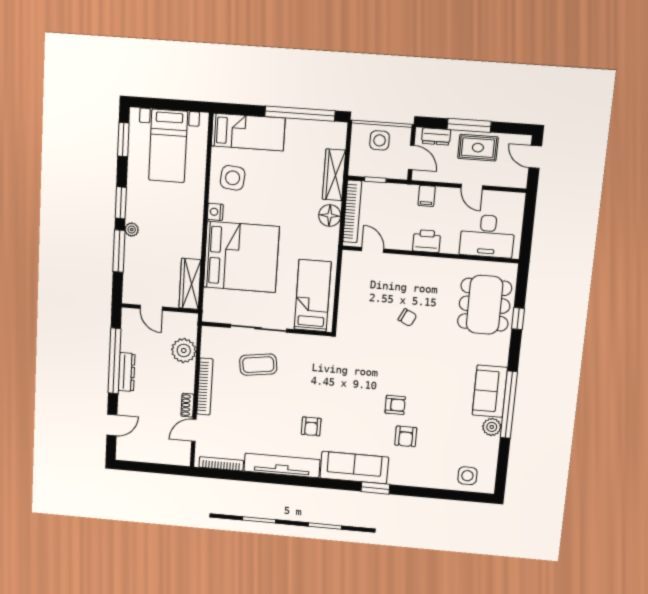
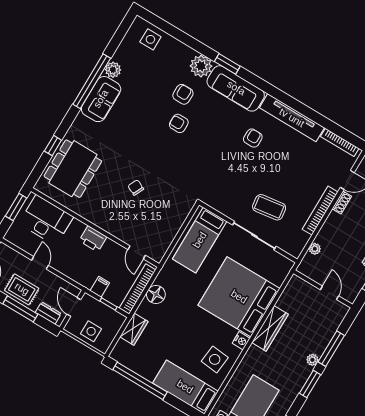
wardrobe: (334, 175) -> (134, 329), width x0.67
filing cabinet: (427, 196) -> (100, 287), moved
window: (527, 234) -> (16, 207), added
wardrobe: (190, 284) -> (270, 328), moved
plant: (184, 351) -> (315, 249), width x0.53, depth x0.53
plant: (401, 473) -> (201, 66), added

